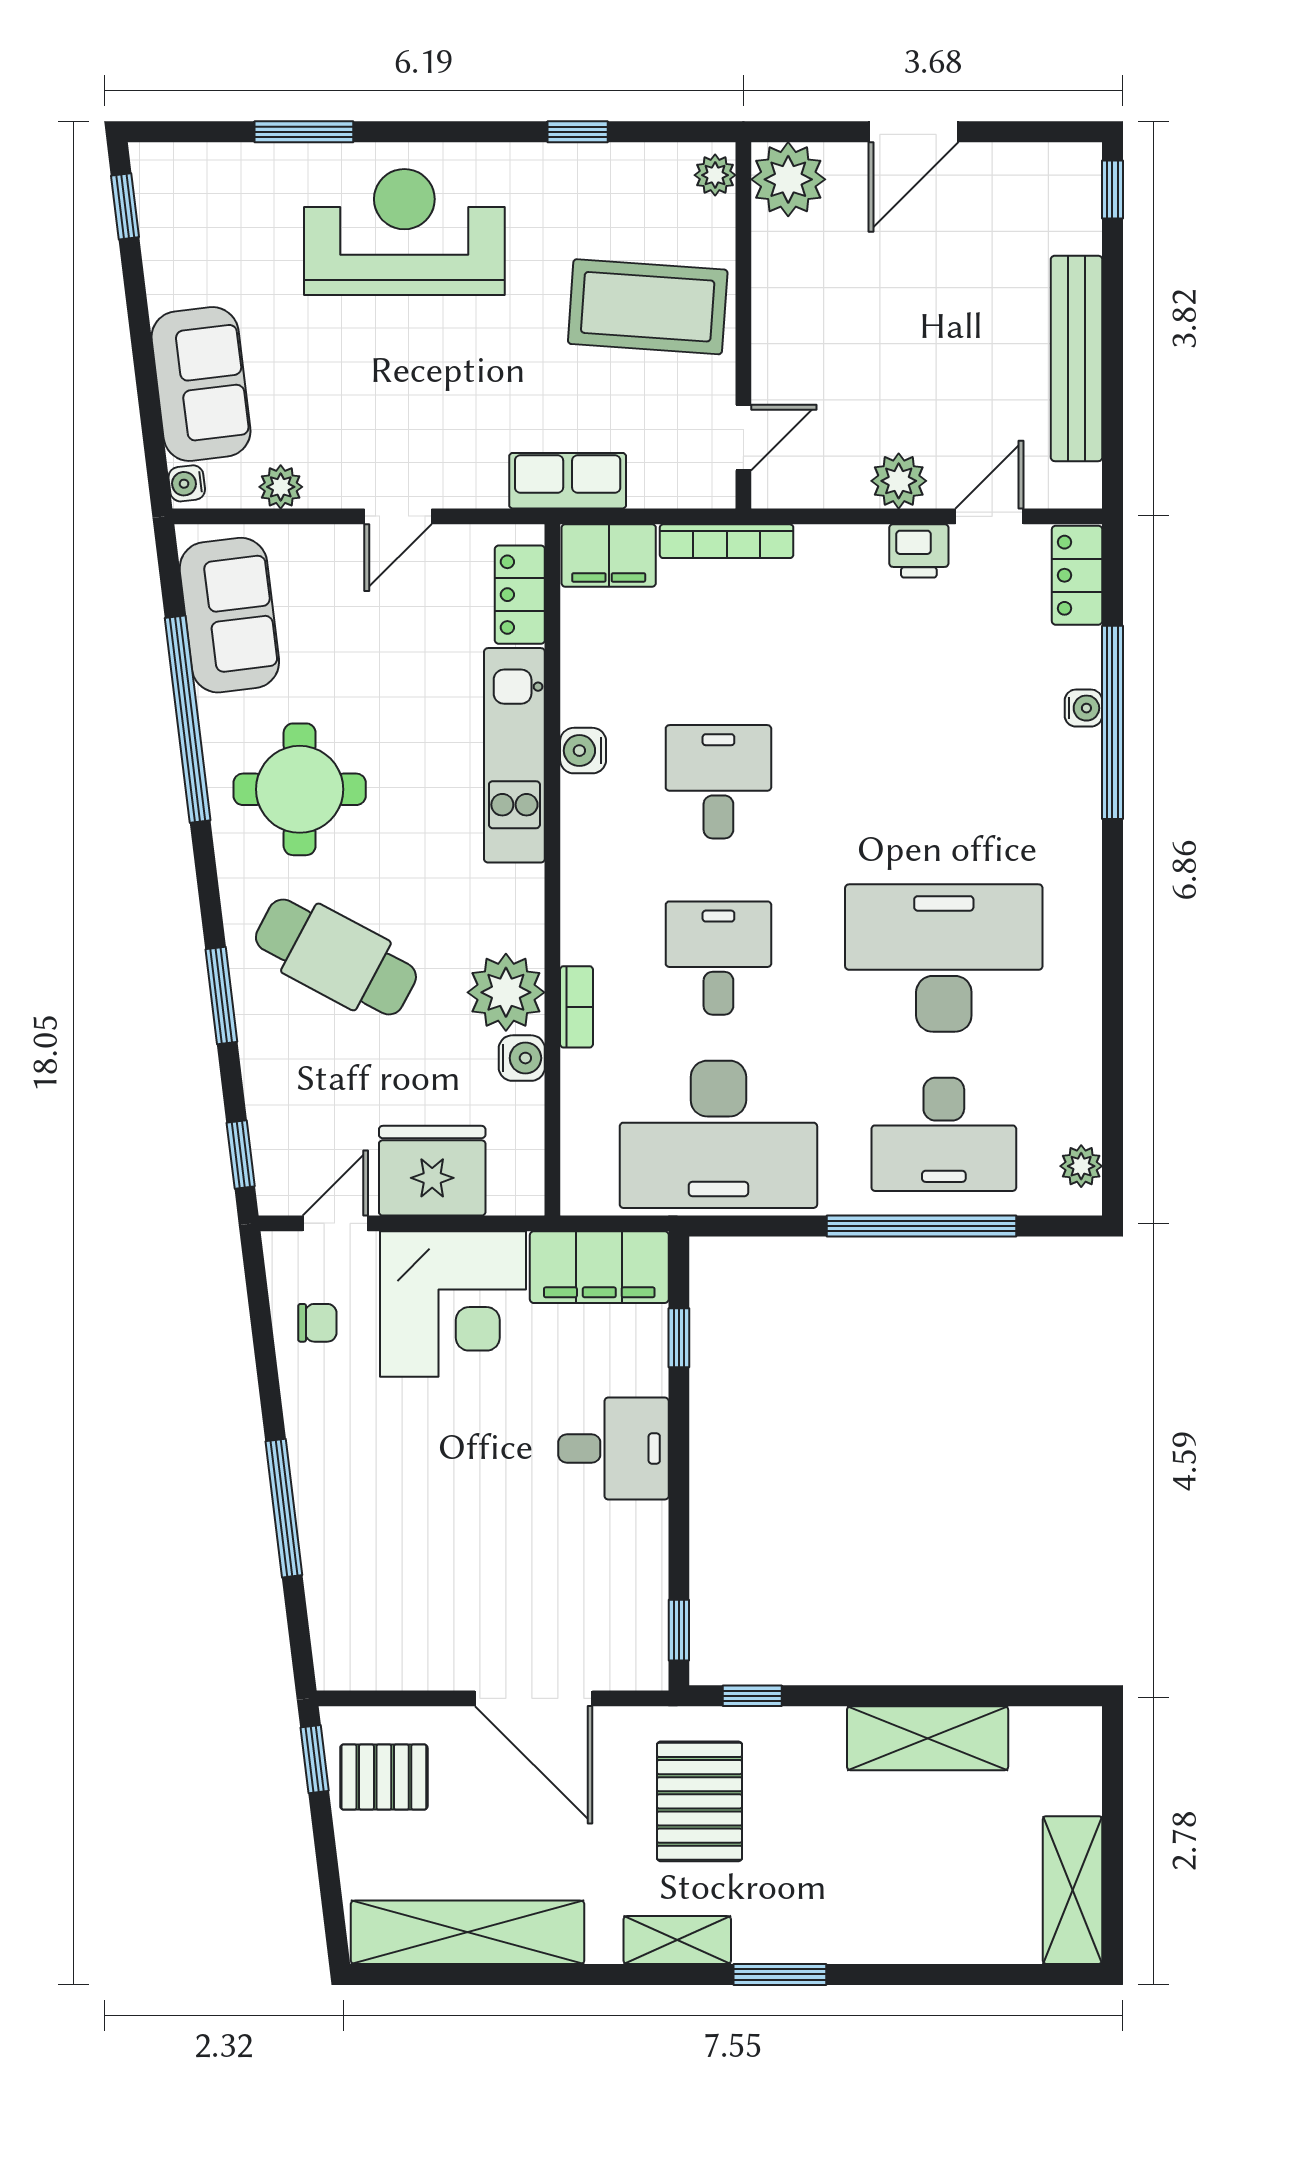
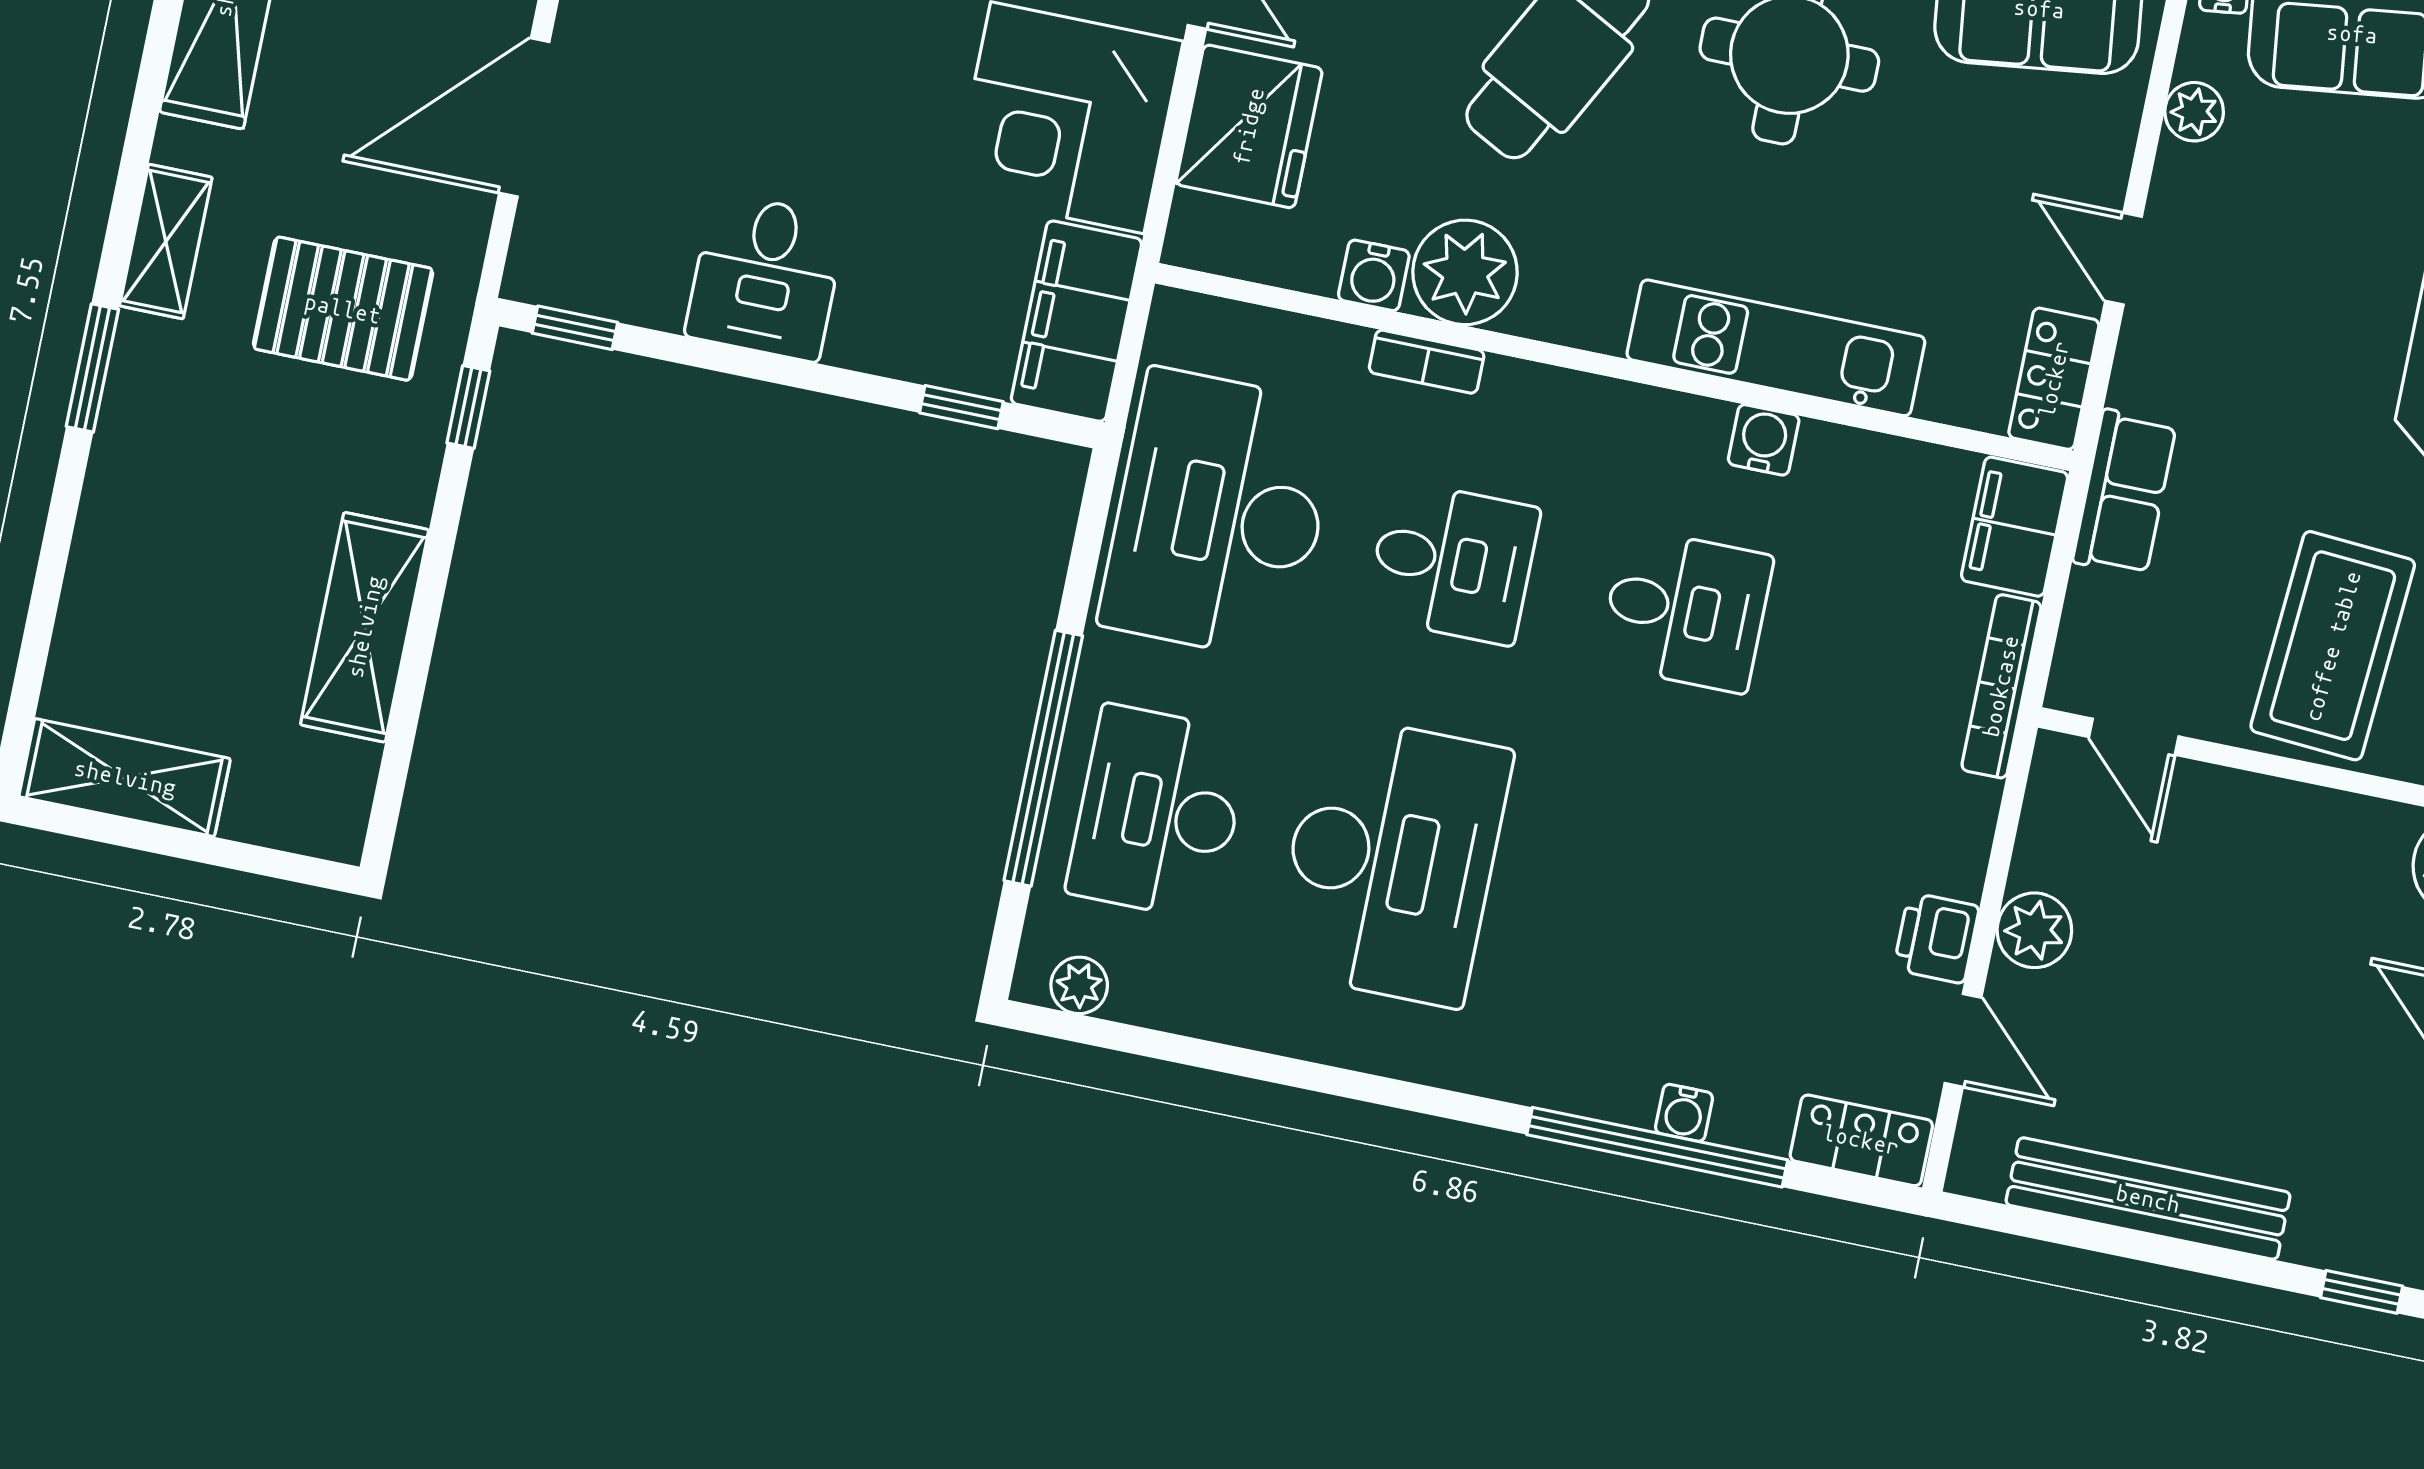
locker: (520, 595) -> (2054, 379), moved, turned -90
desk: (613, 1449) -> (766, 277), moved

